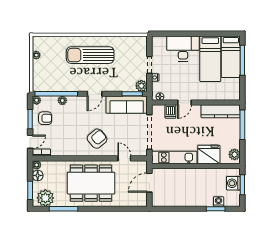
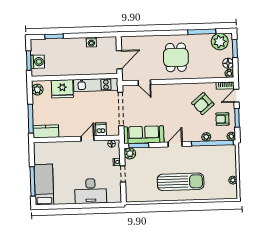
bed: (210, 59) -> (64, 182), removed
kitchen counter: (221, 111) -> (46, 131), width x0.67
armchair: (97, 139) -> (203, 104), moved
dining table: (91, 183) -> (176, 57), width x0.53, depth x0.80
washing machine: (219, 202) -> (91, 42), moved

